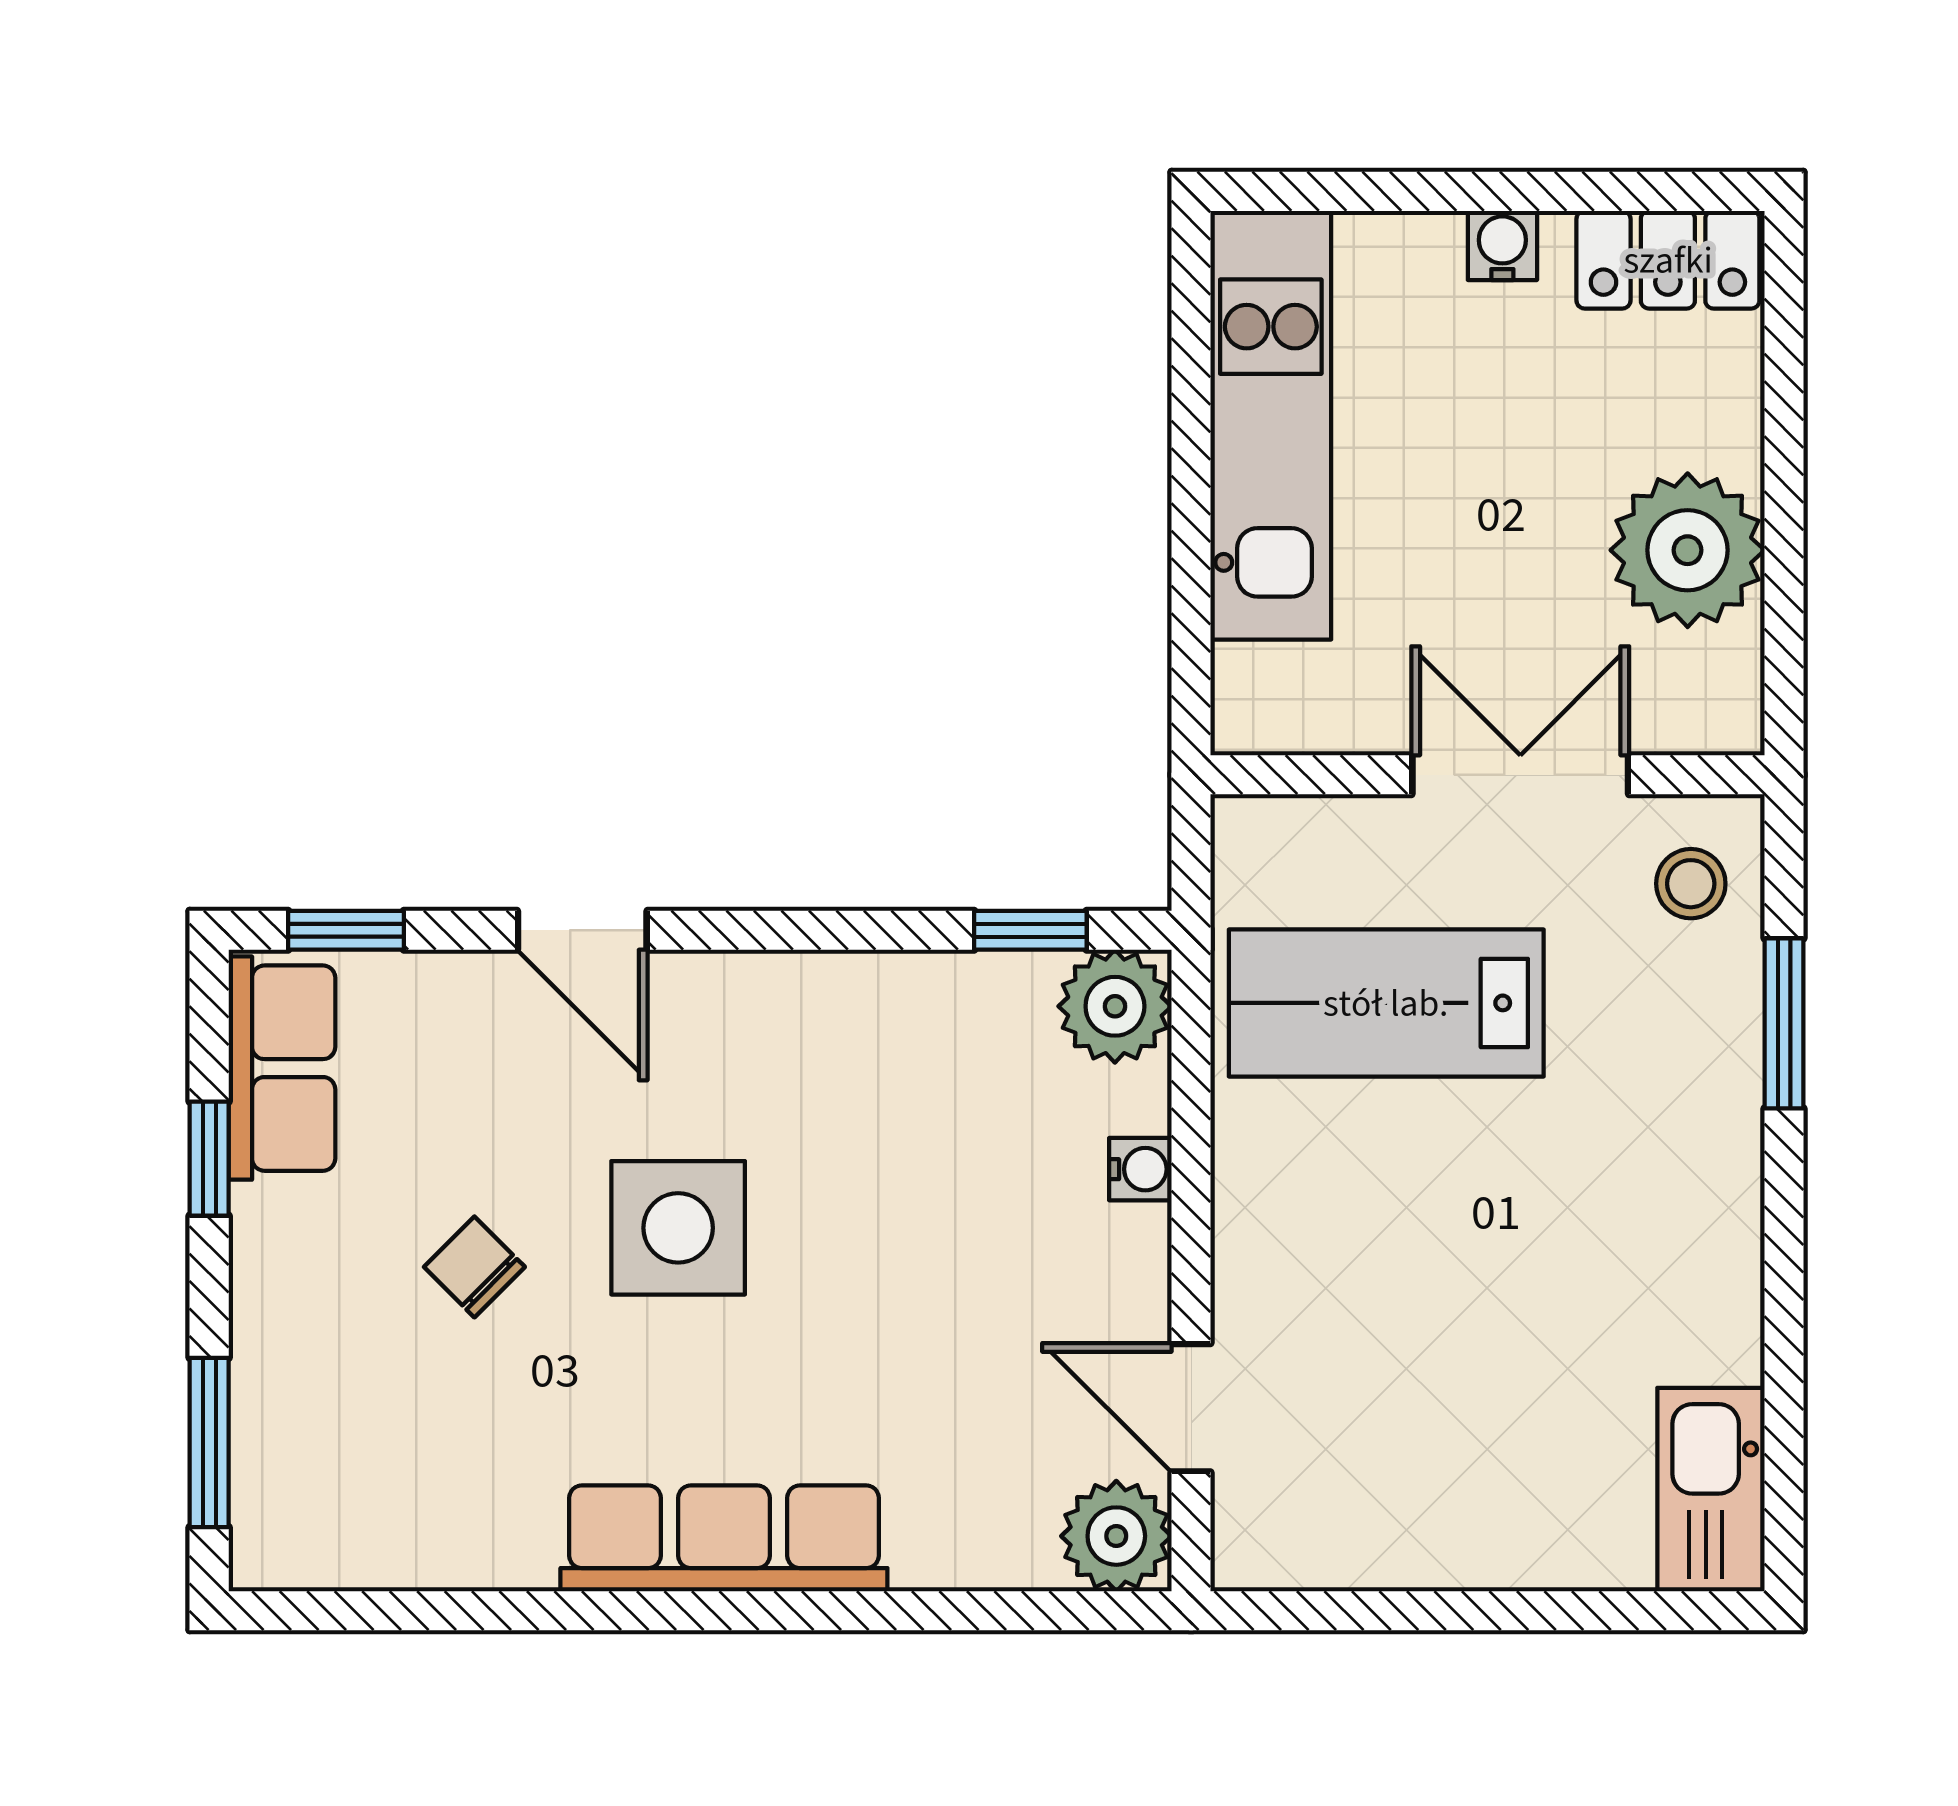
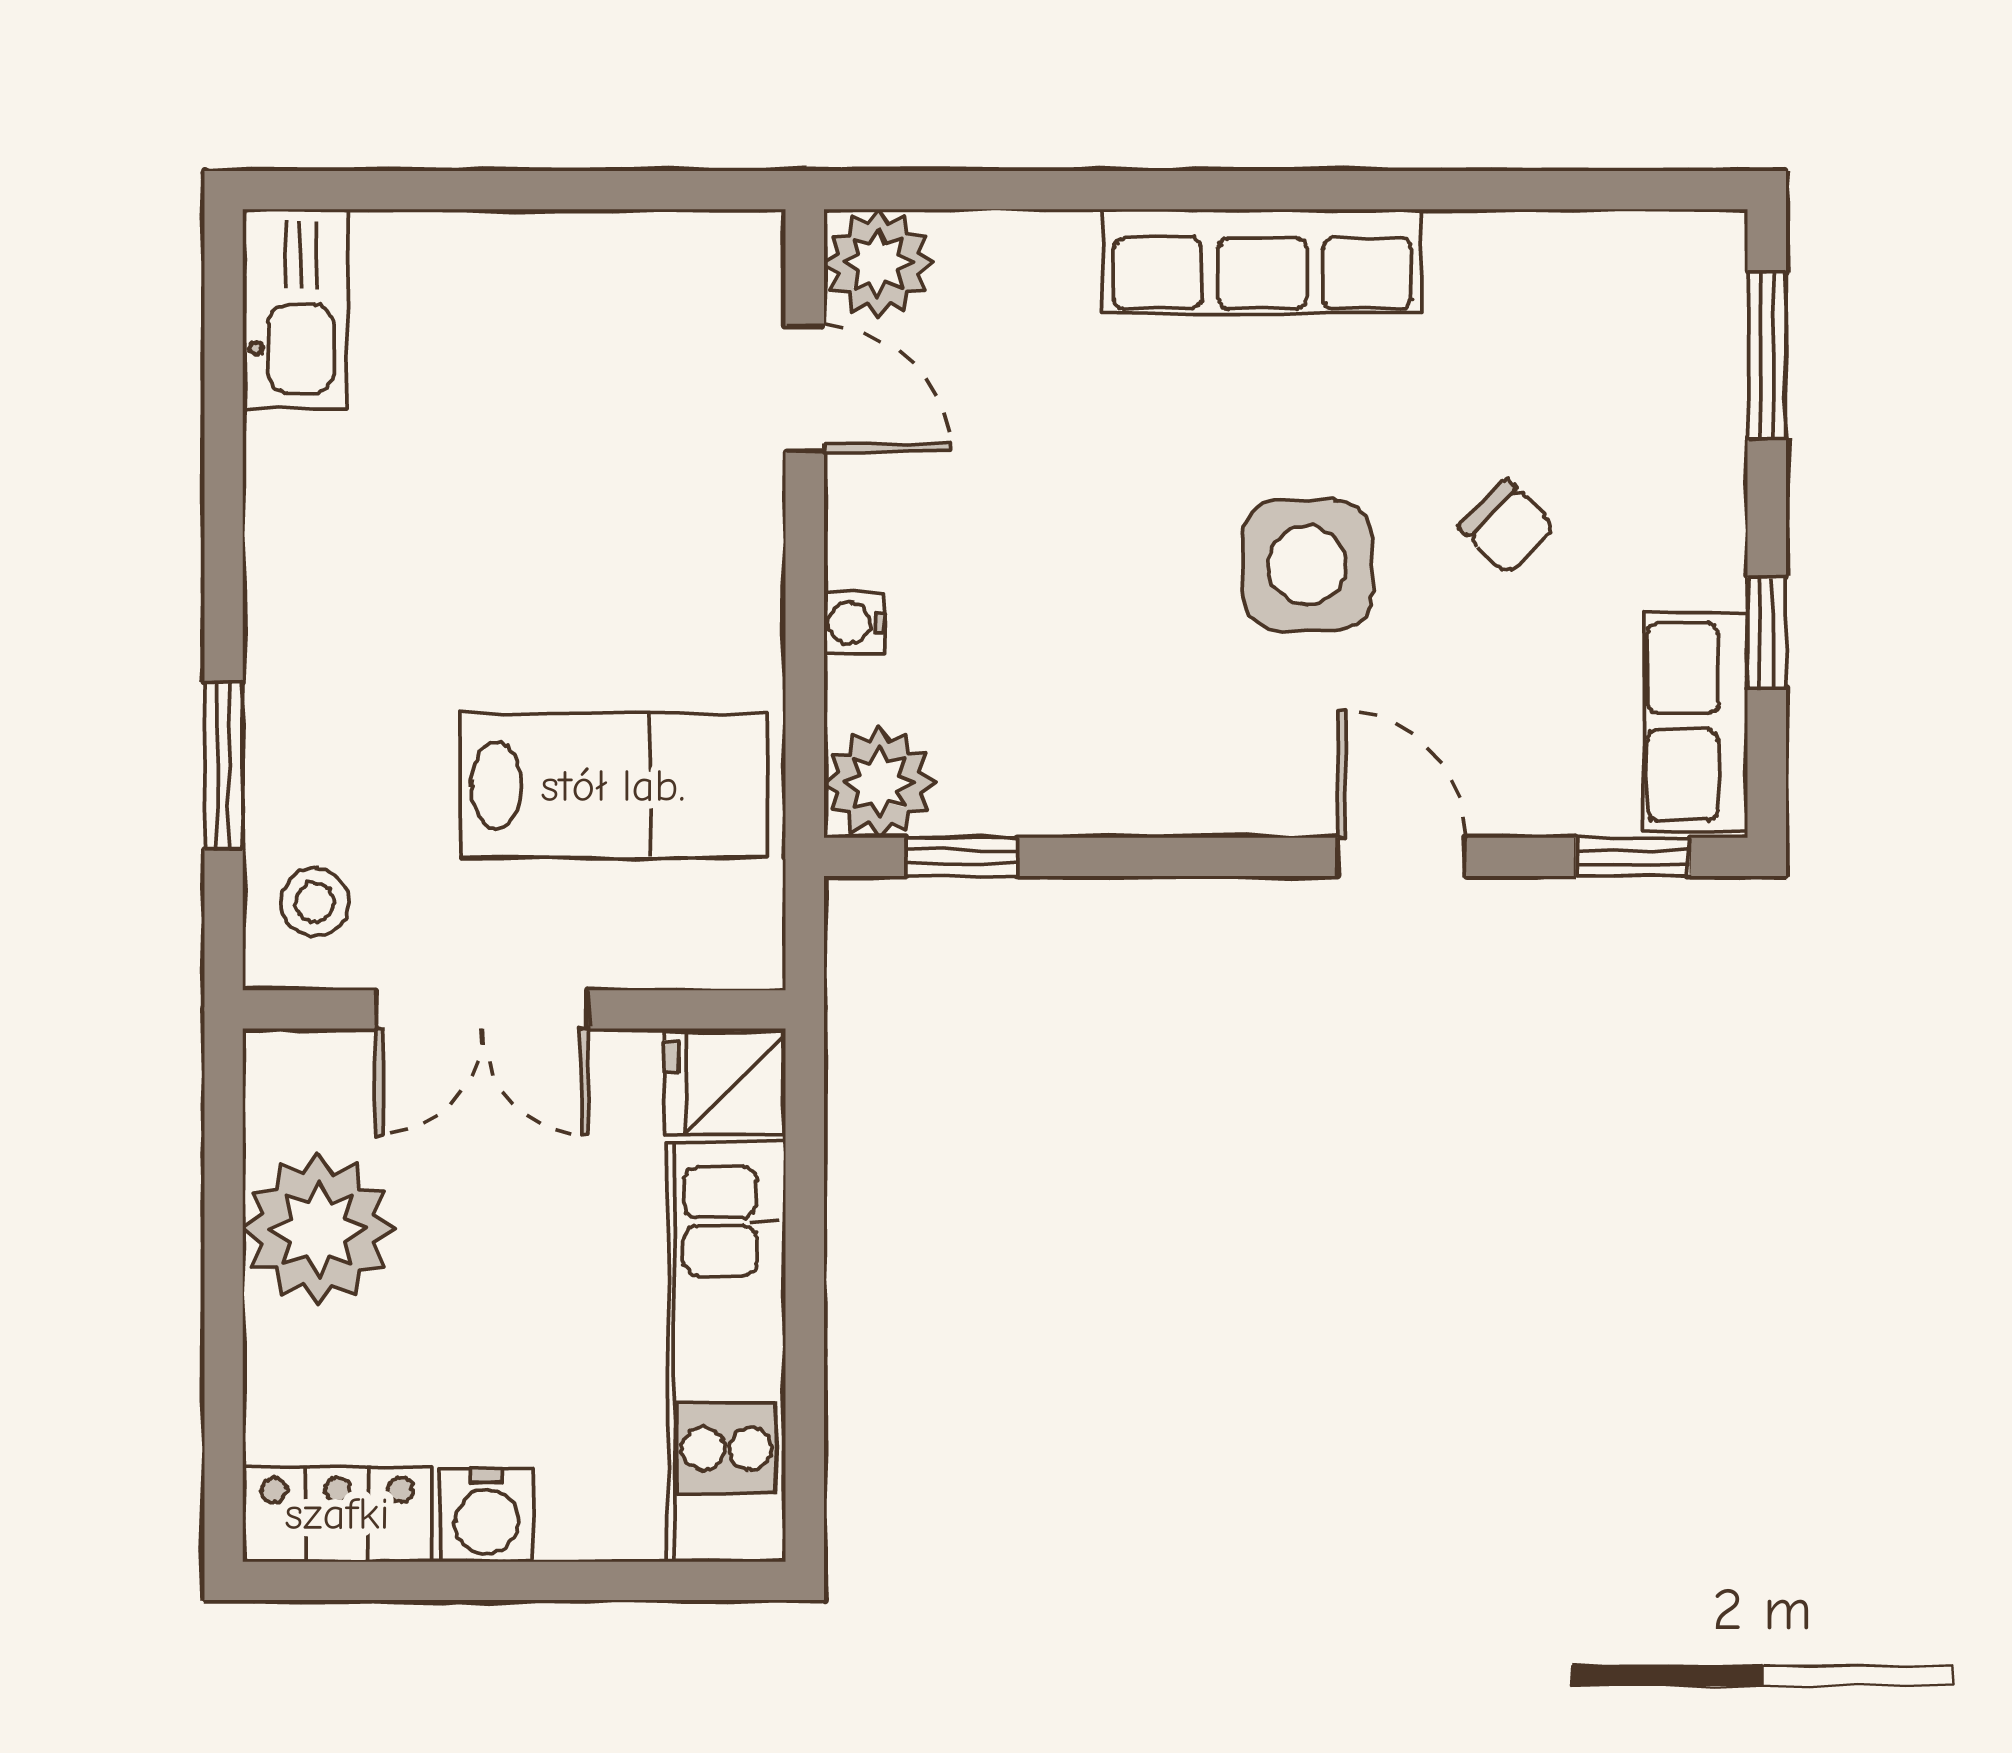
water cooler: (1502, 245) -> (487, 1515), width x1.38, depth x1.38
fridge: (1272, 699) -> (725, 1083), added

